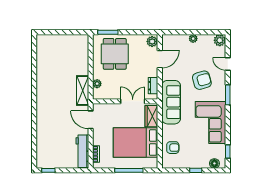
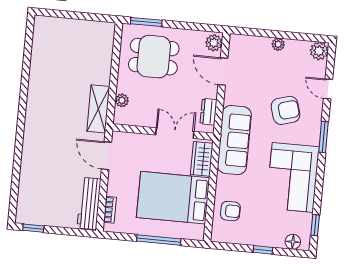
dining table: (115, 54) -> (154, 57), turned 90
door: (160, 59) -> (223, 71), swing flipped

